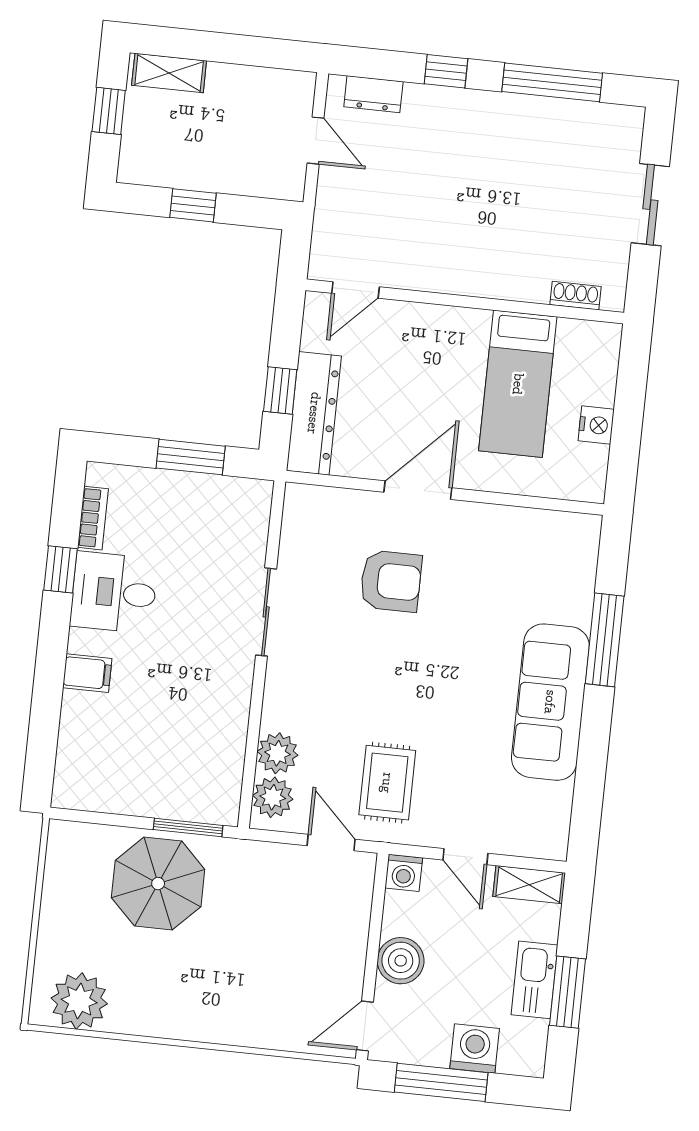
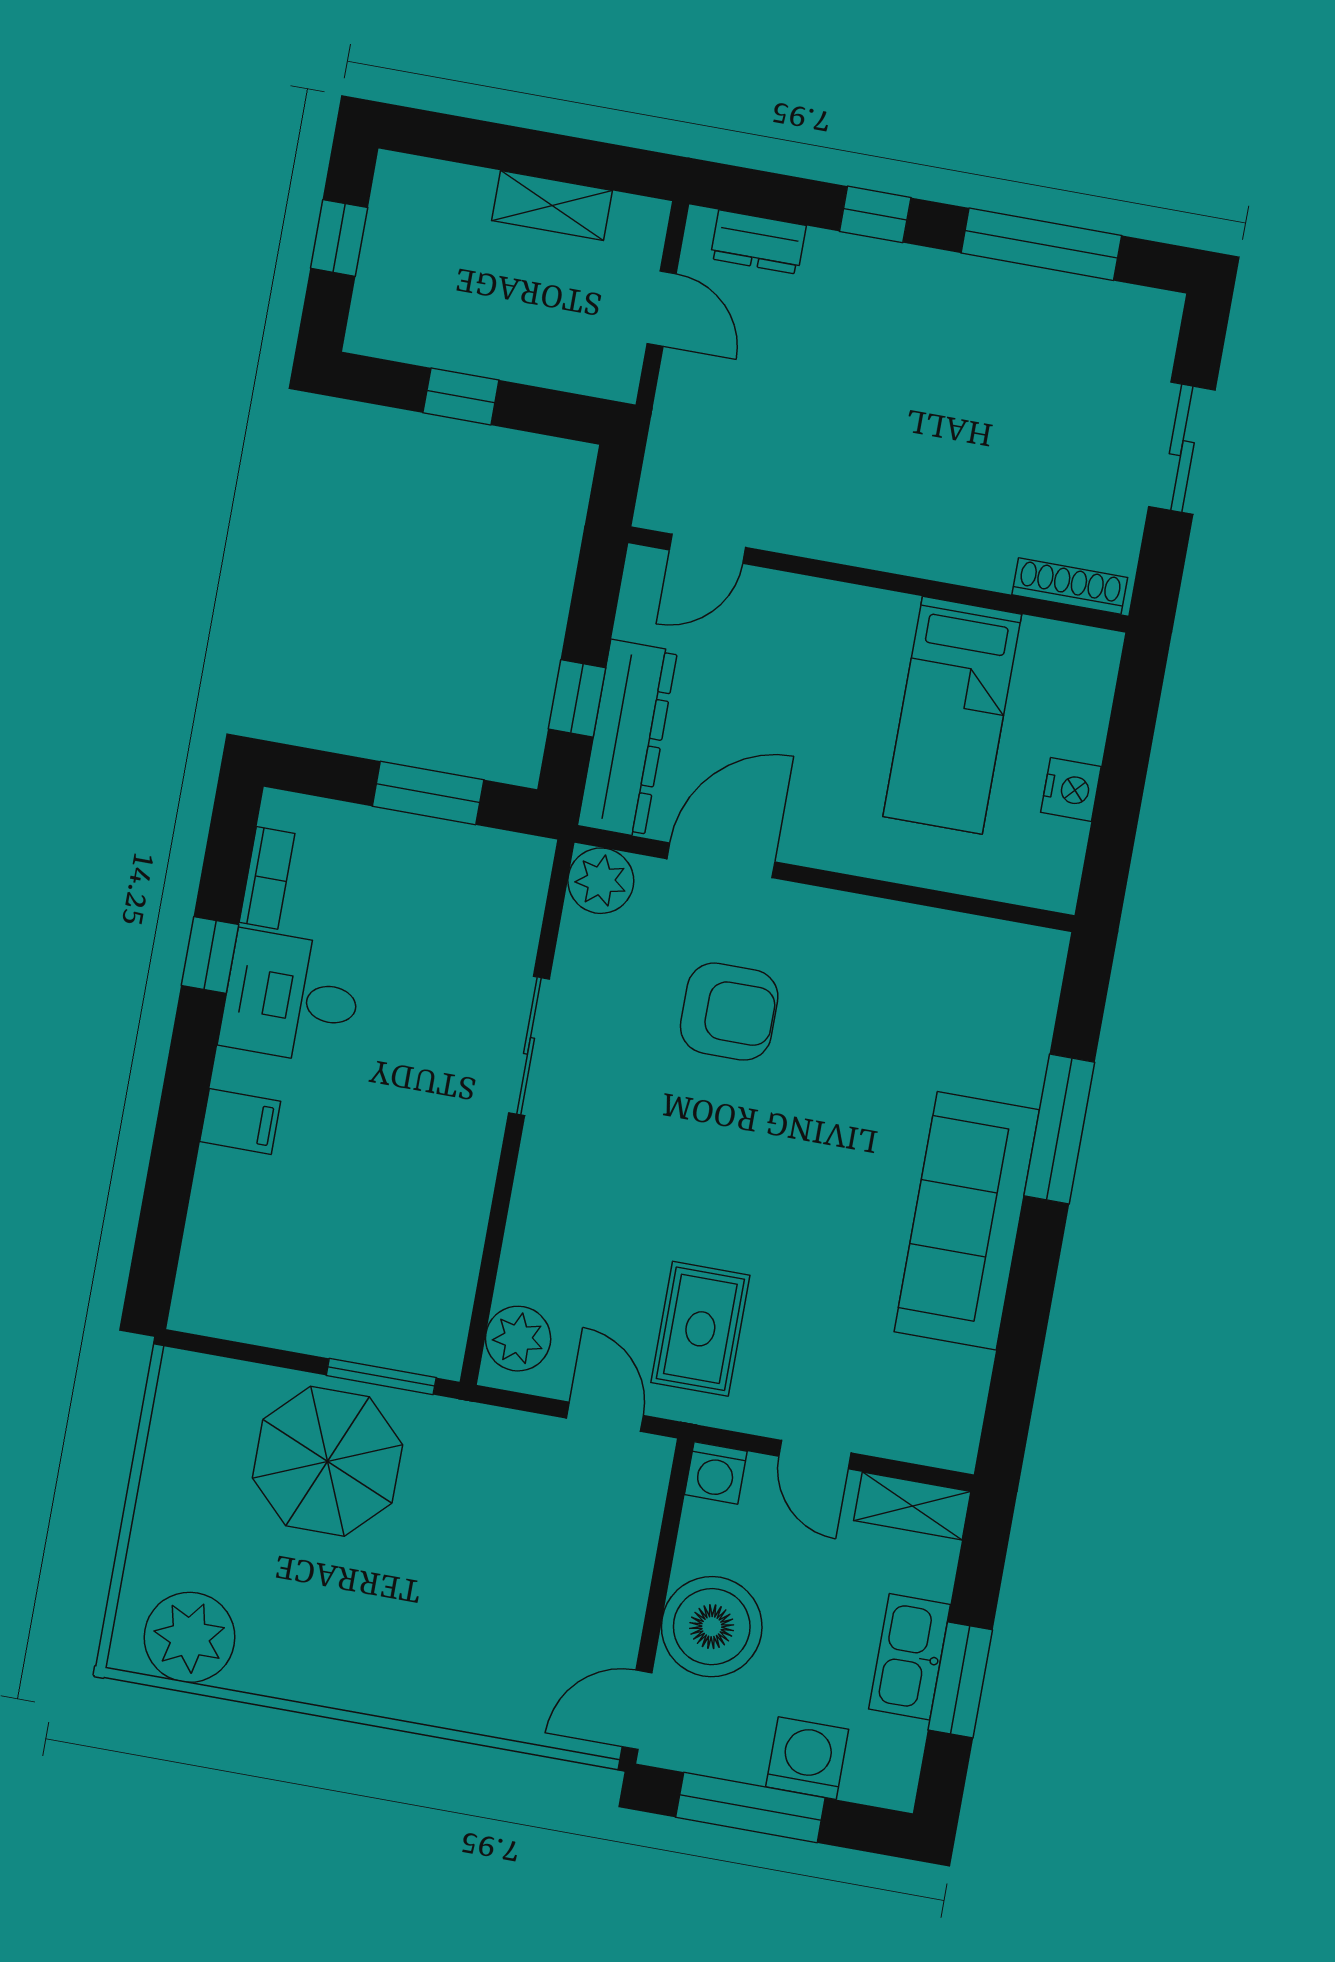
shelving: (169, 73) -> (552, 206), moved
shoe rack: (576, 296) -> (1070, 586), width x1.43
door: (418, 490) -> (721, 860), moved
plant: (278, 753) -> (601, 881), moved
boiler: (401, 961) -> (712, 1627), width x1.37, depth x1.37

